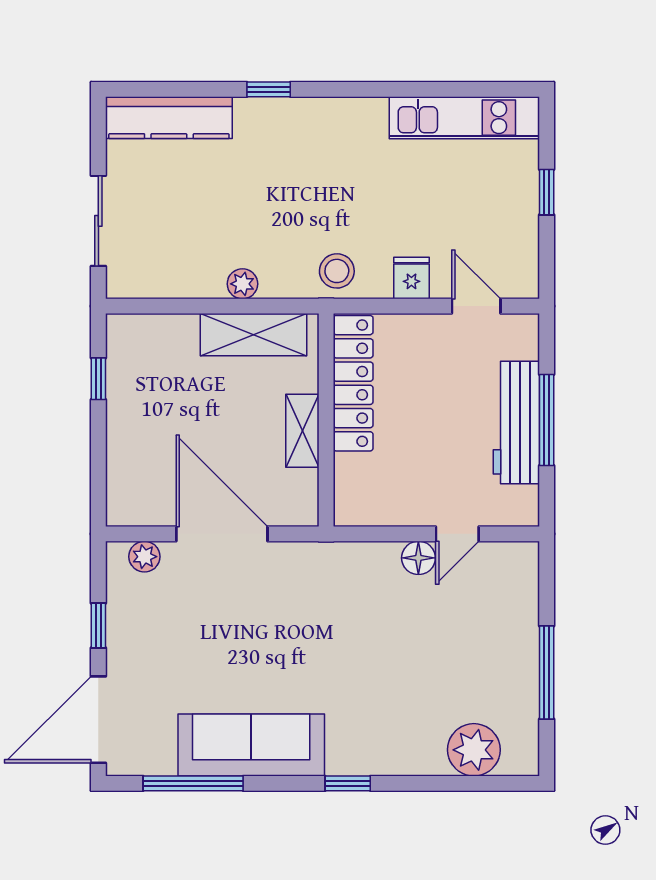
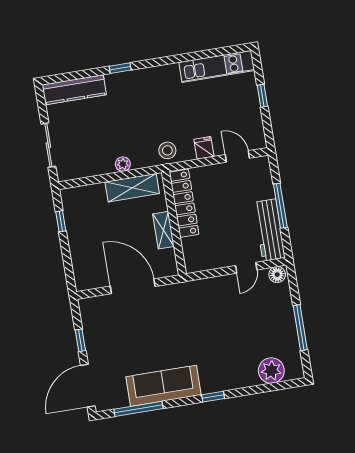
workbench: (516, 423) -> (269, 230), moved
plant: (144, 557) -> (97, 303), removed
floor lamp: (418, 558) -> (277, 275), moved

